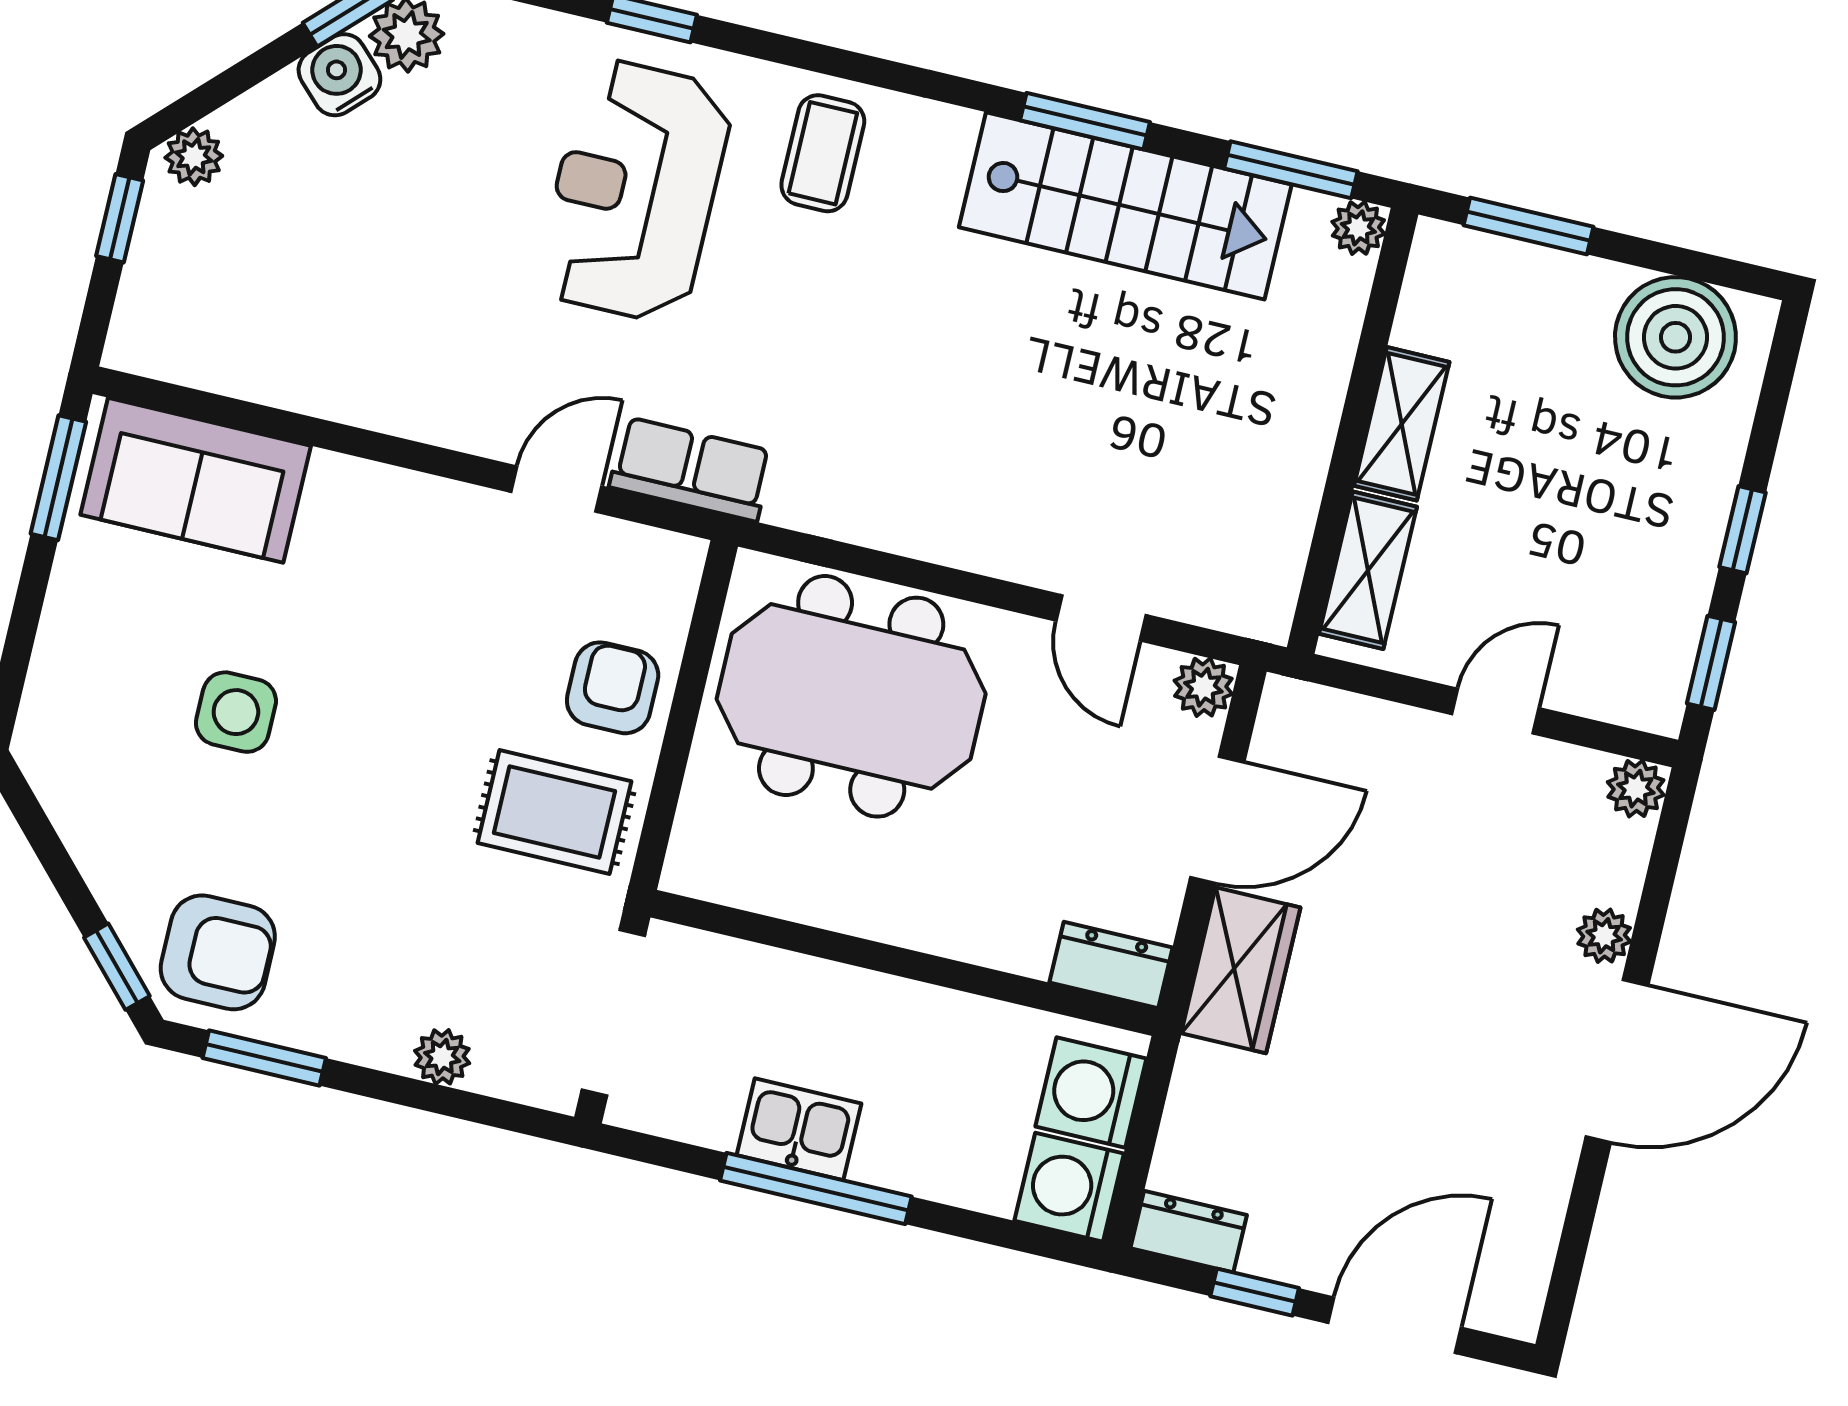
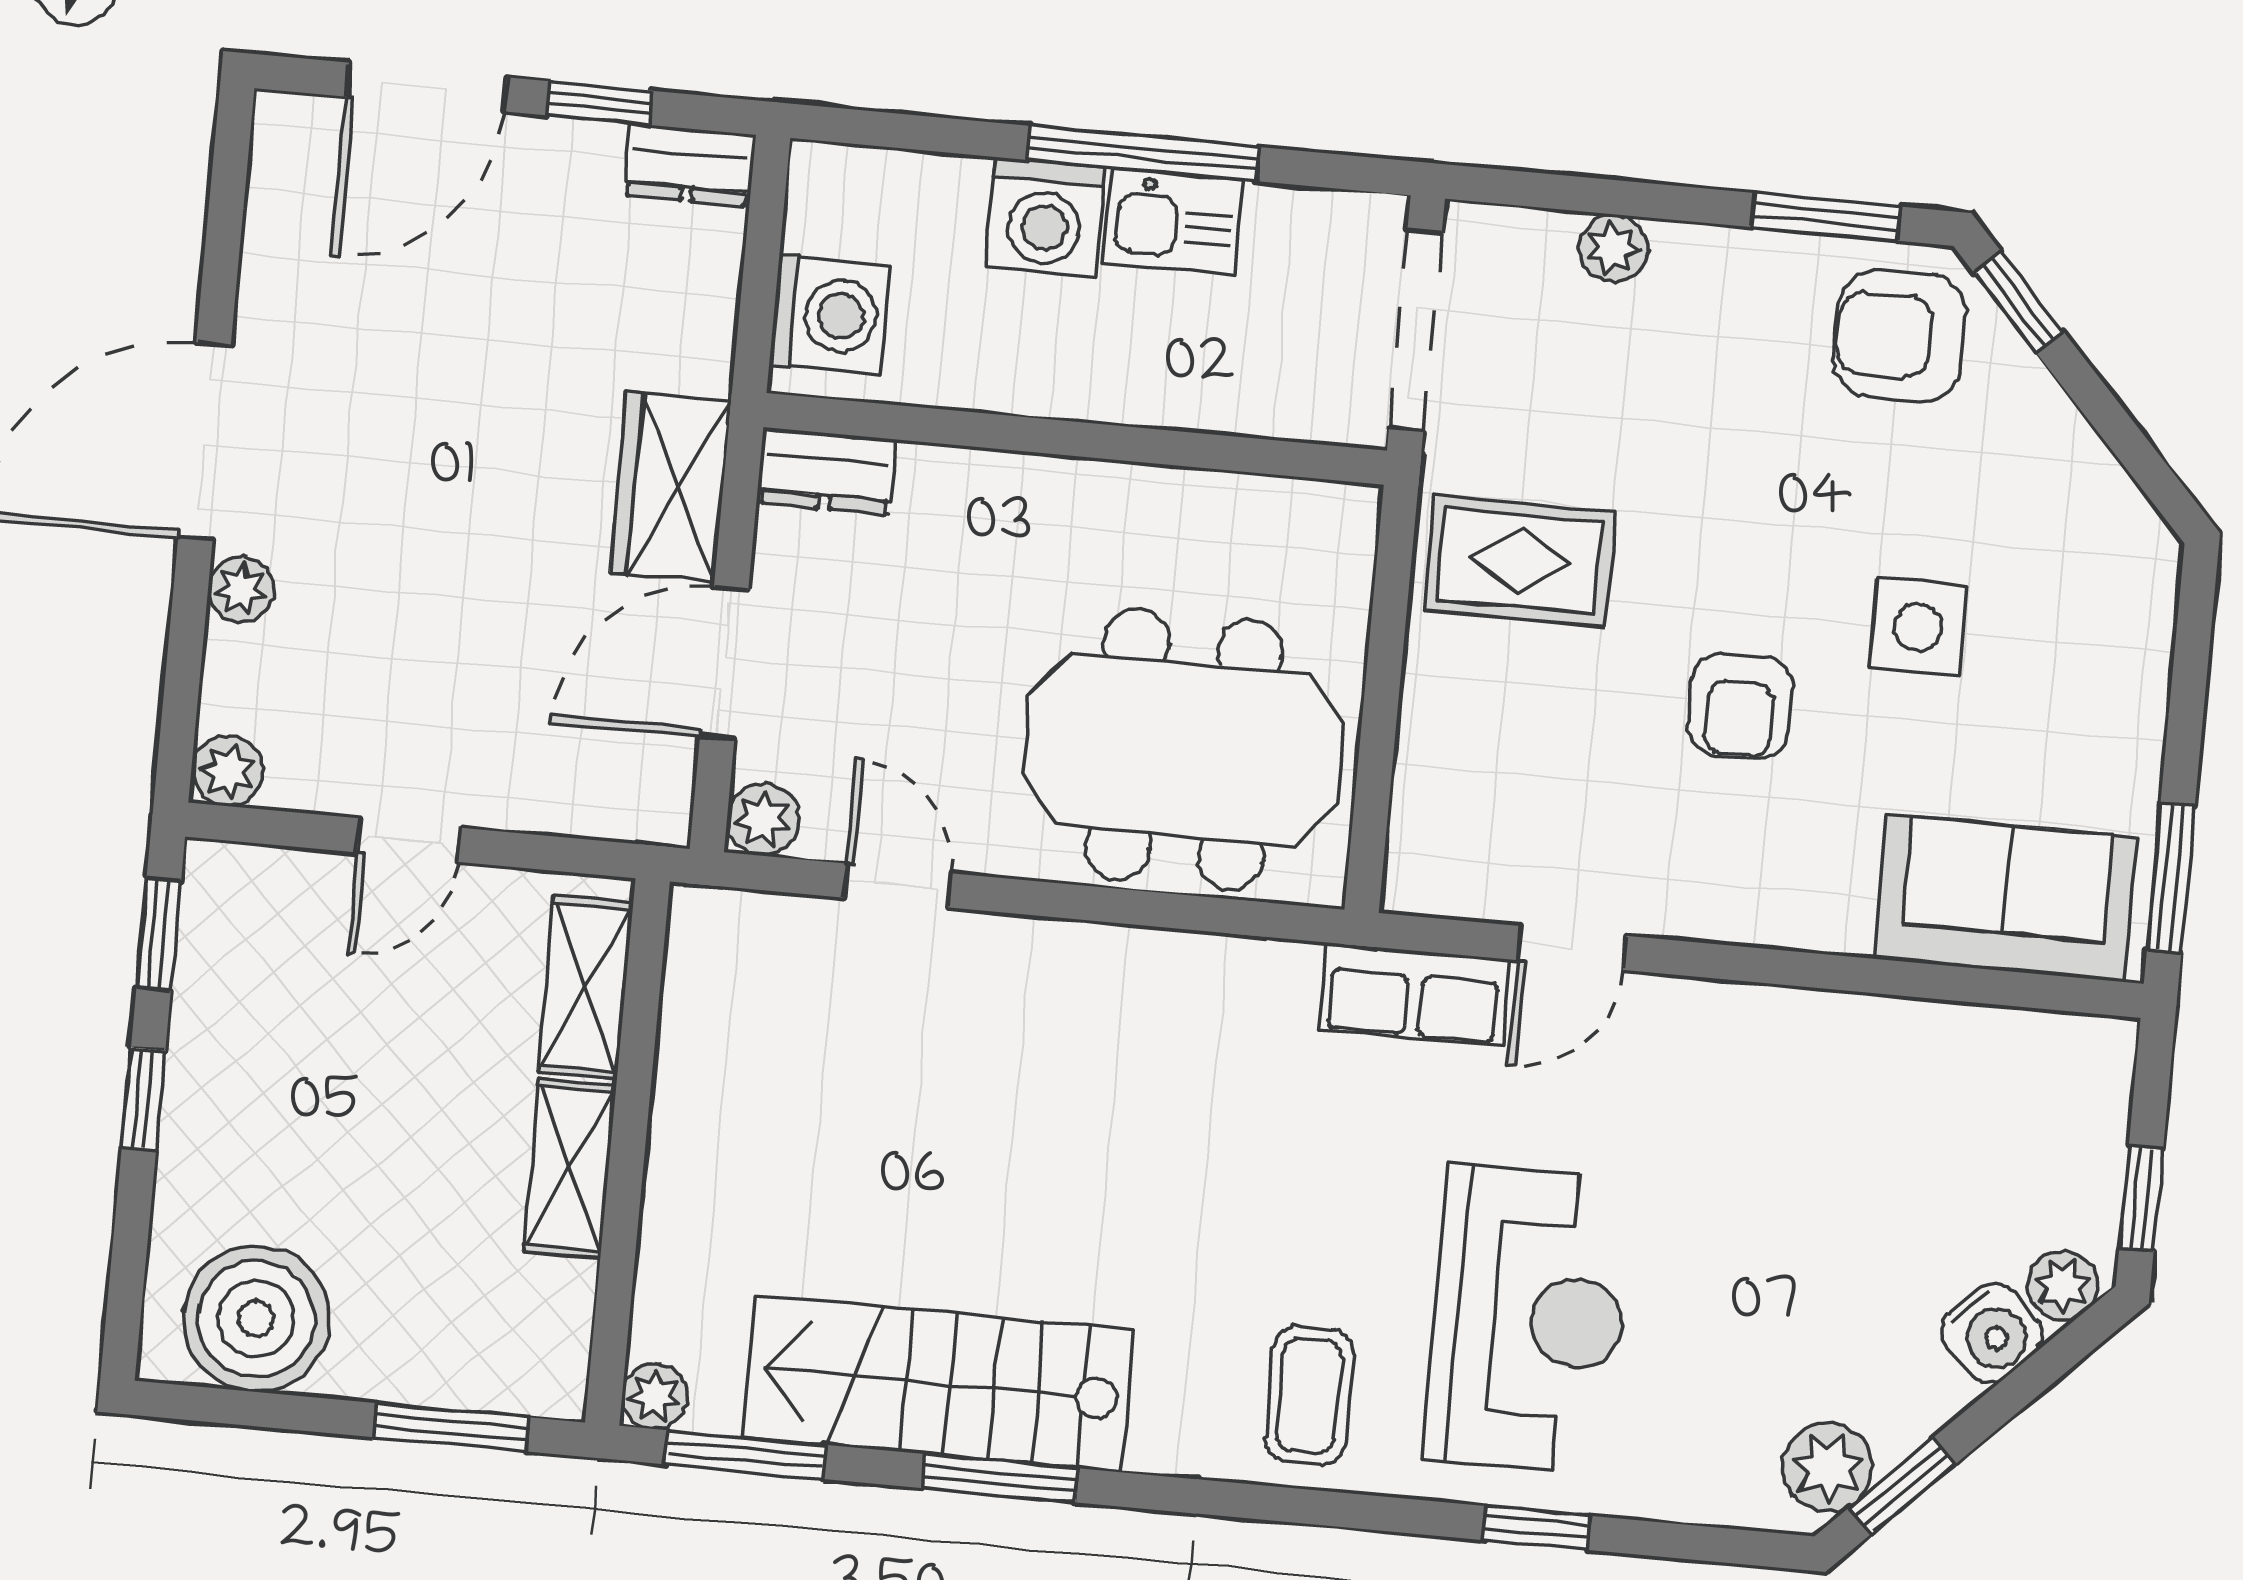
water cooler: (339, 75) -> (1992, 1333), moved
armchair: (613, 688) -> (1740, 706), moved
washing machine: (1069, 1187) -> (1045, 217), moved, turned 90

